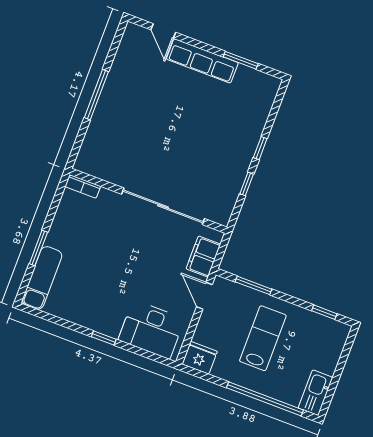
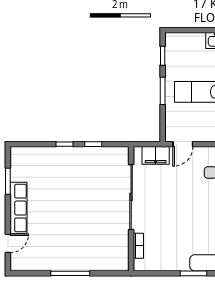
bookcase: (83, 186) -> (138, 246), moved
window: (253, 285) -> (163, 91), moved

